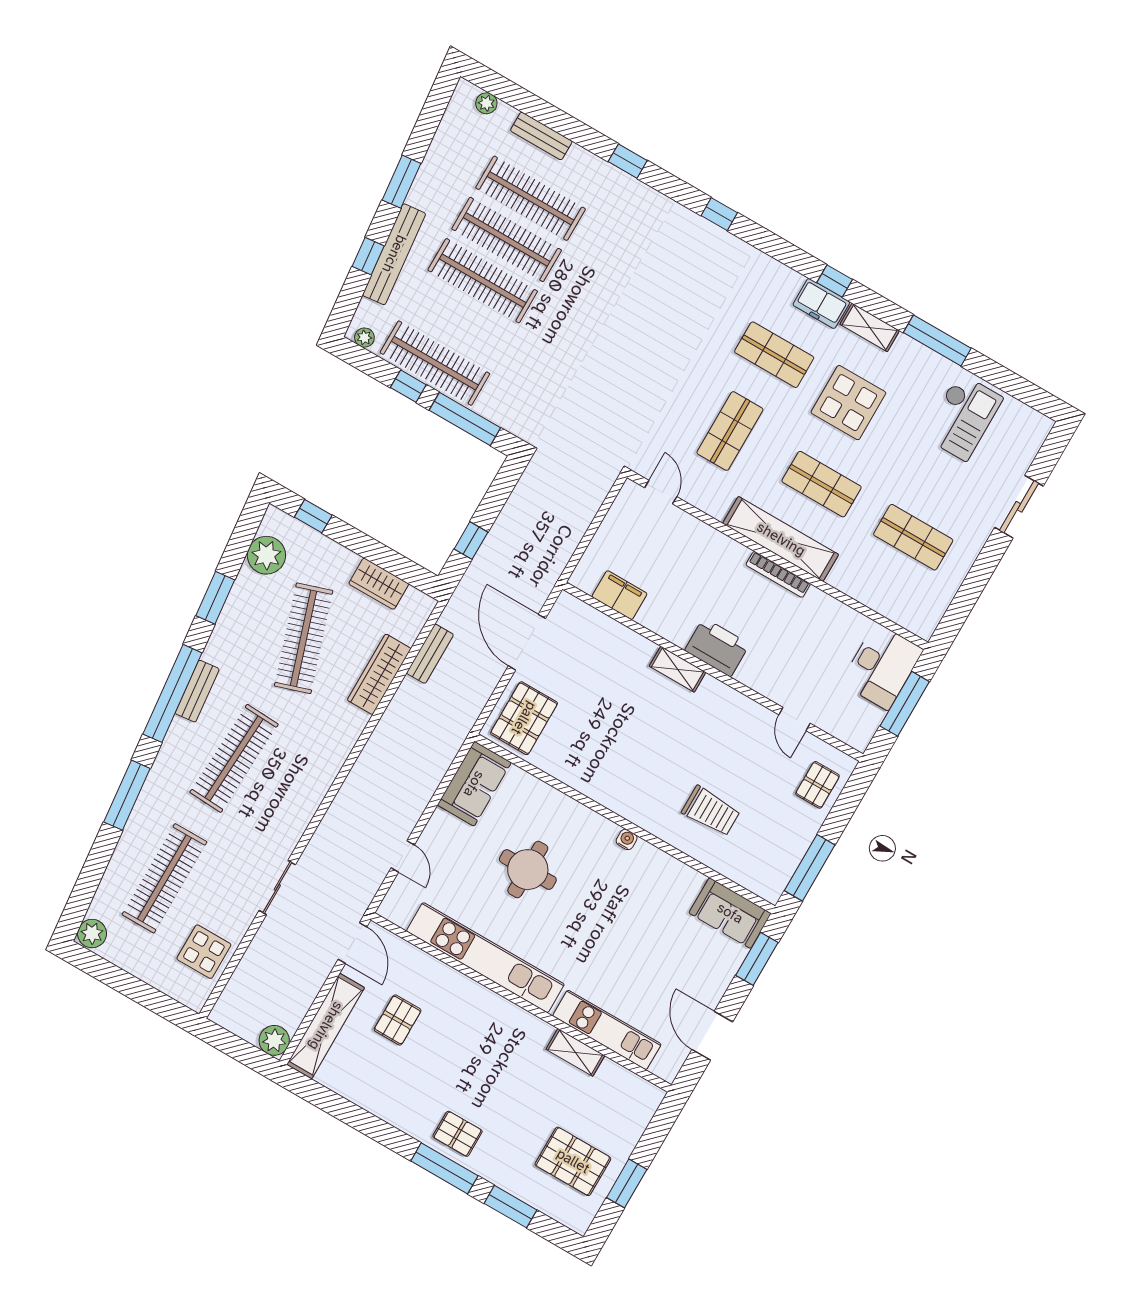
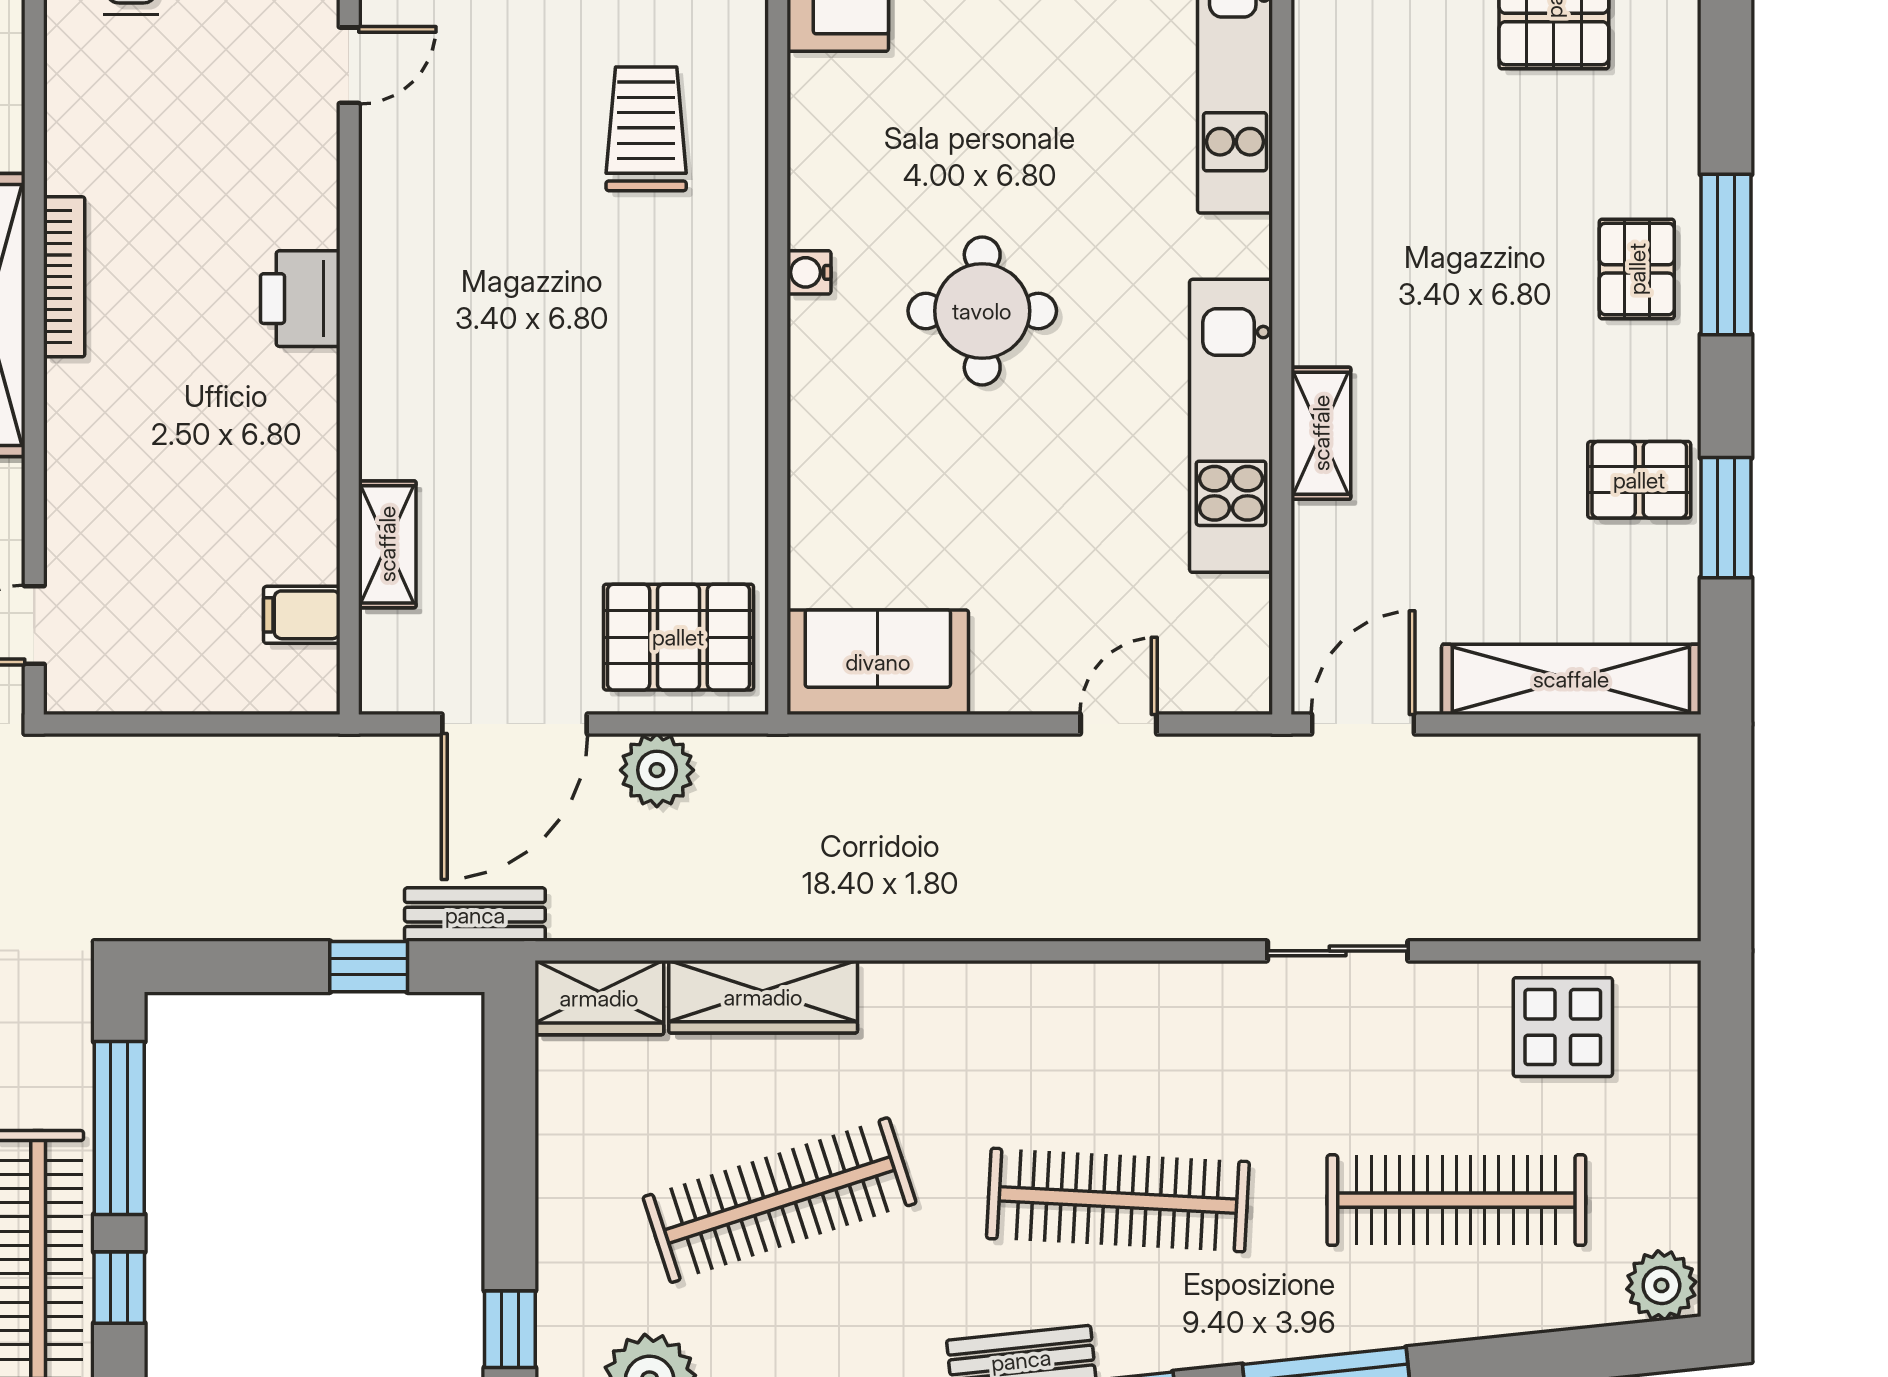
wardrobe: (379, 584) -> (599, 998), moved, turned 90
filing cabinet: (620, 595) -> (302, 615), width x0.50
printer: (717, 647) -> (300, 299), width x0.73, depth x0.84
bench: (430, 654) -> (475, 915), moved
shelving: (678, 669) -> (387, 544), moved
round table: (528, 870) -> (982, 311), moved
kitchen unit: (485, 958) -> (1231, 426), width x0.73
pallet: (398, 1020) -> (1639, 480), moved
plant: (274, 1040) -> (657, 770), moved
shelving: (575, 1052) -> (1321, 433), moved
window: (511, 1207) -> (1726, 518), moved

